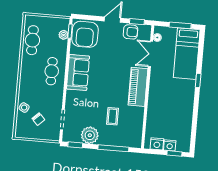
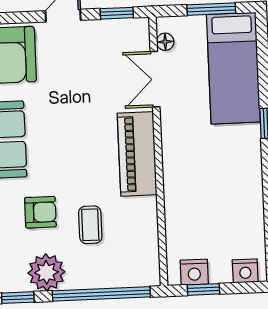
armchair: (131, 32) -> (40, 212), moved
nightstand: (170, 145) -> (245, 271), moved
window: (113, 148) -> (101, 294), width x1.46
window: (174, 153) -> (203, 289), moved

